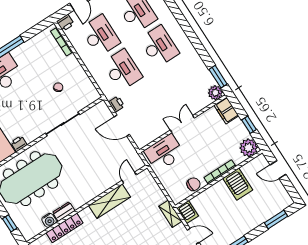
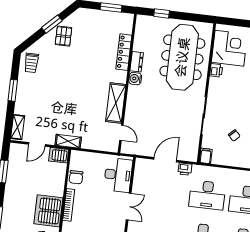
filing cabinet: (93, 96) -> (206, 156), added
server rack: (238, 184) -> (48, 211), width x1.60
water cooler: (49, 220) -> (135, 79), moved

